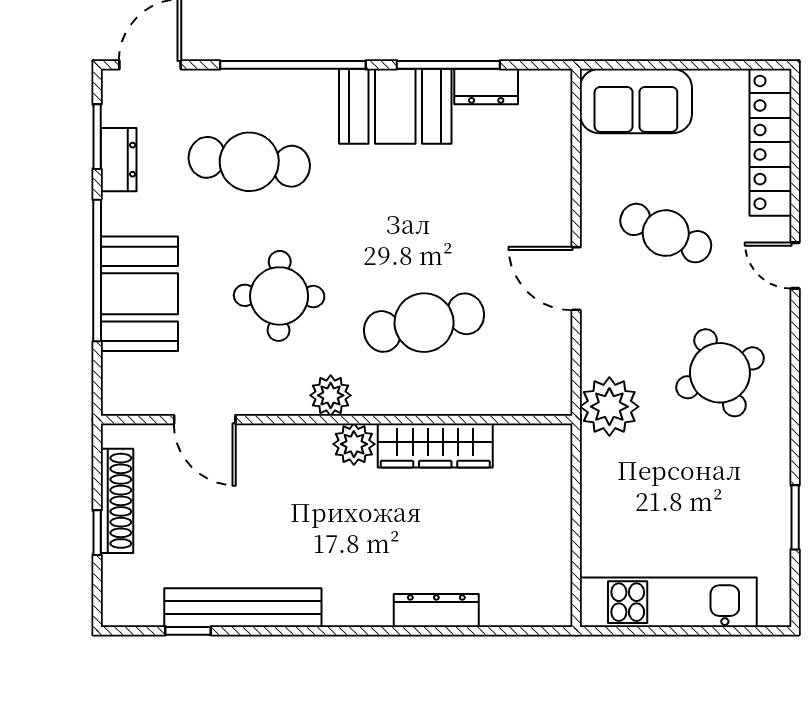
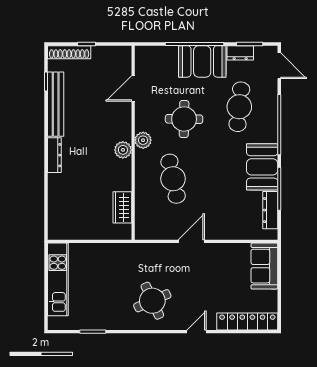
dresser: (486, 87) -> (270, 210), width x1.44
cafe table: (666, 233) -> (210, 278), removed
booth: (139, 294) -> (202, 61), moved
plant: (609, 407) -> (138, 255), removed
wardrobe: (435, 446) -> (122, 207), moved, width x0.67
shoe rack: (117, 501) -> (69, 52), moved
dresser: (436, 610) -> (54, 155), moved

